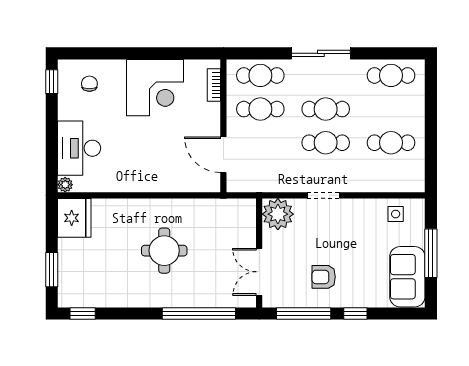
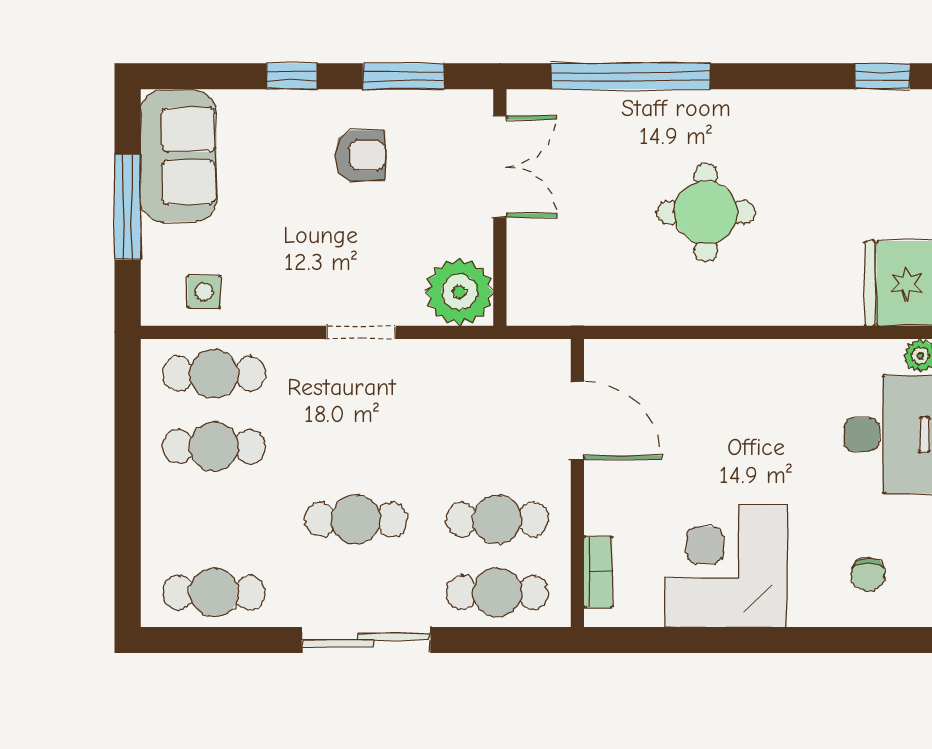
cafe table: (326, 143) -> (214, 374), moved
window: (304, 313) -> (403, 76), width x0.69

